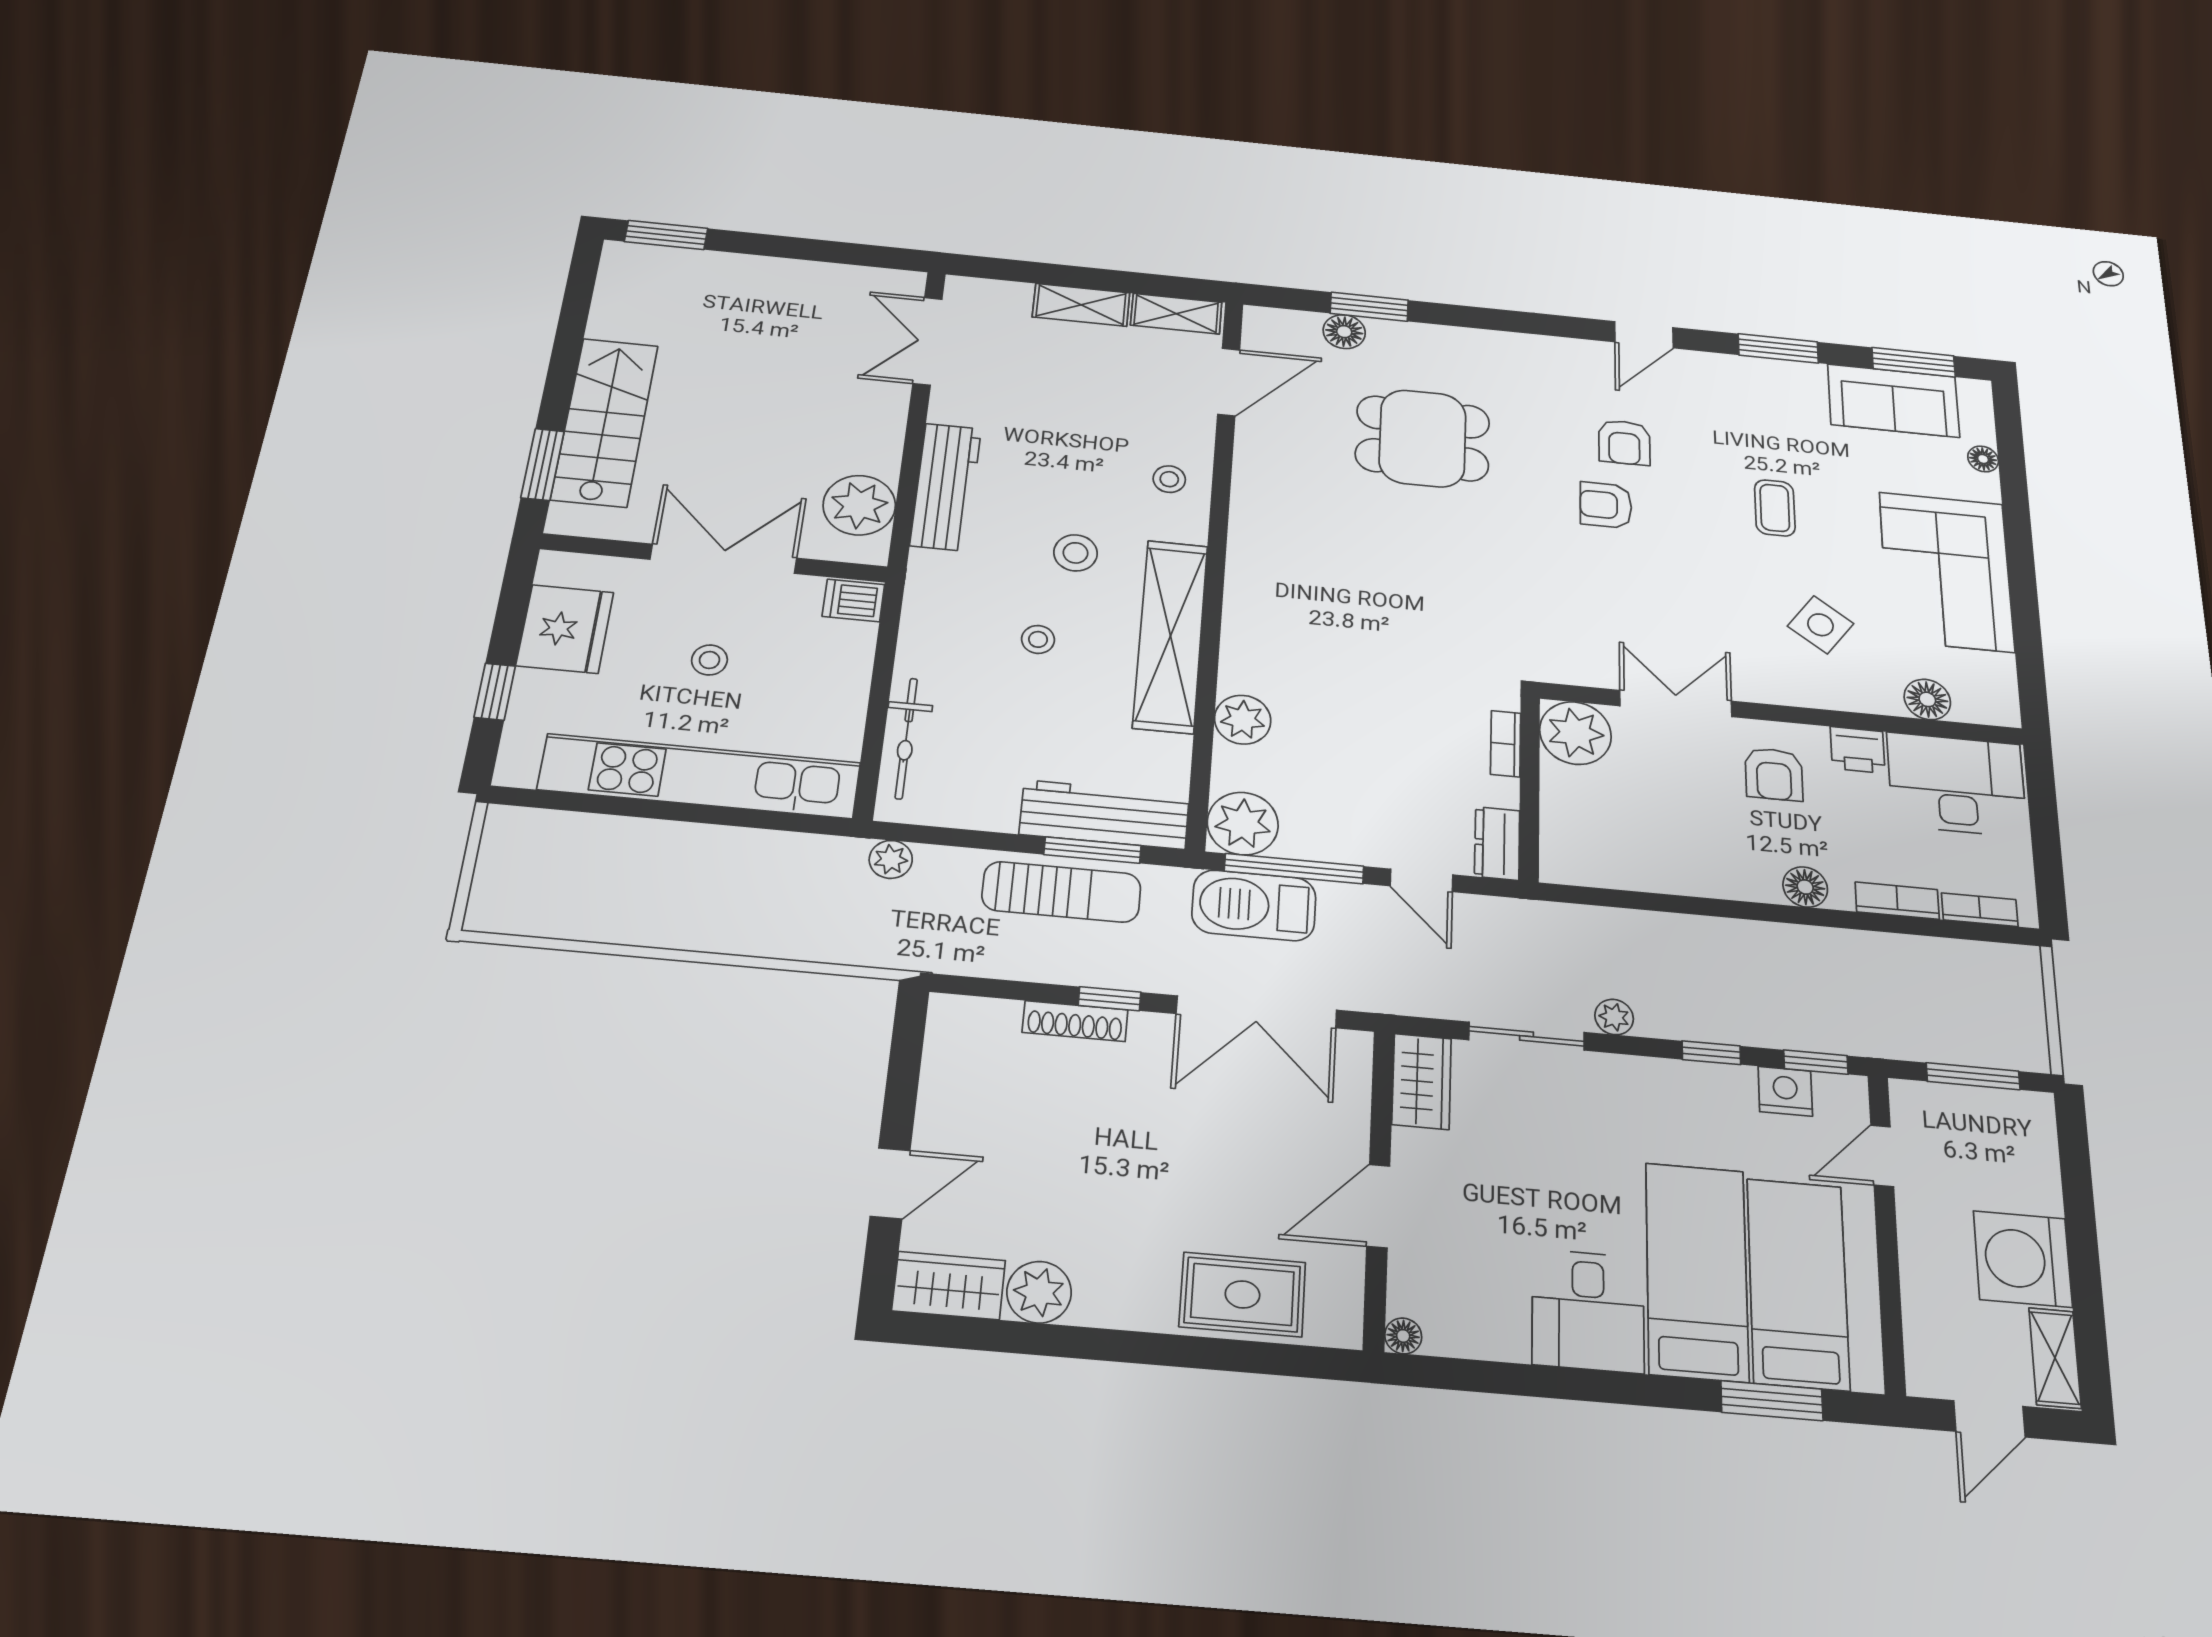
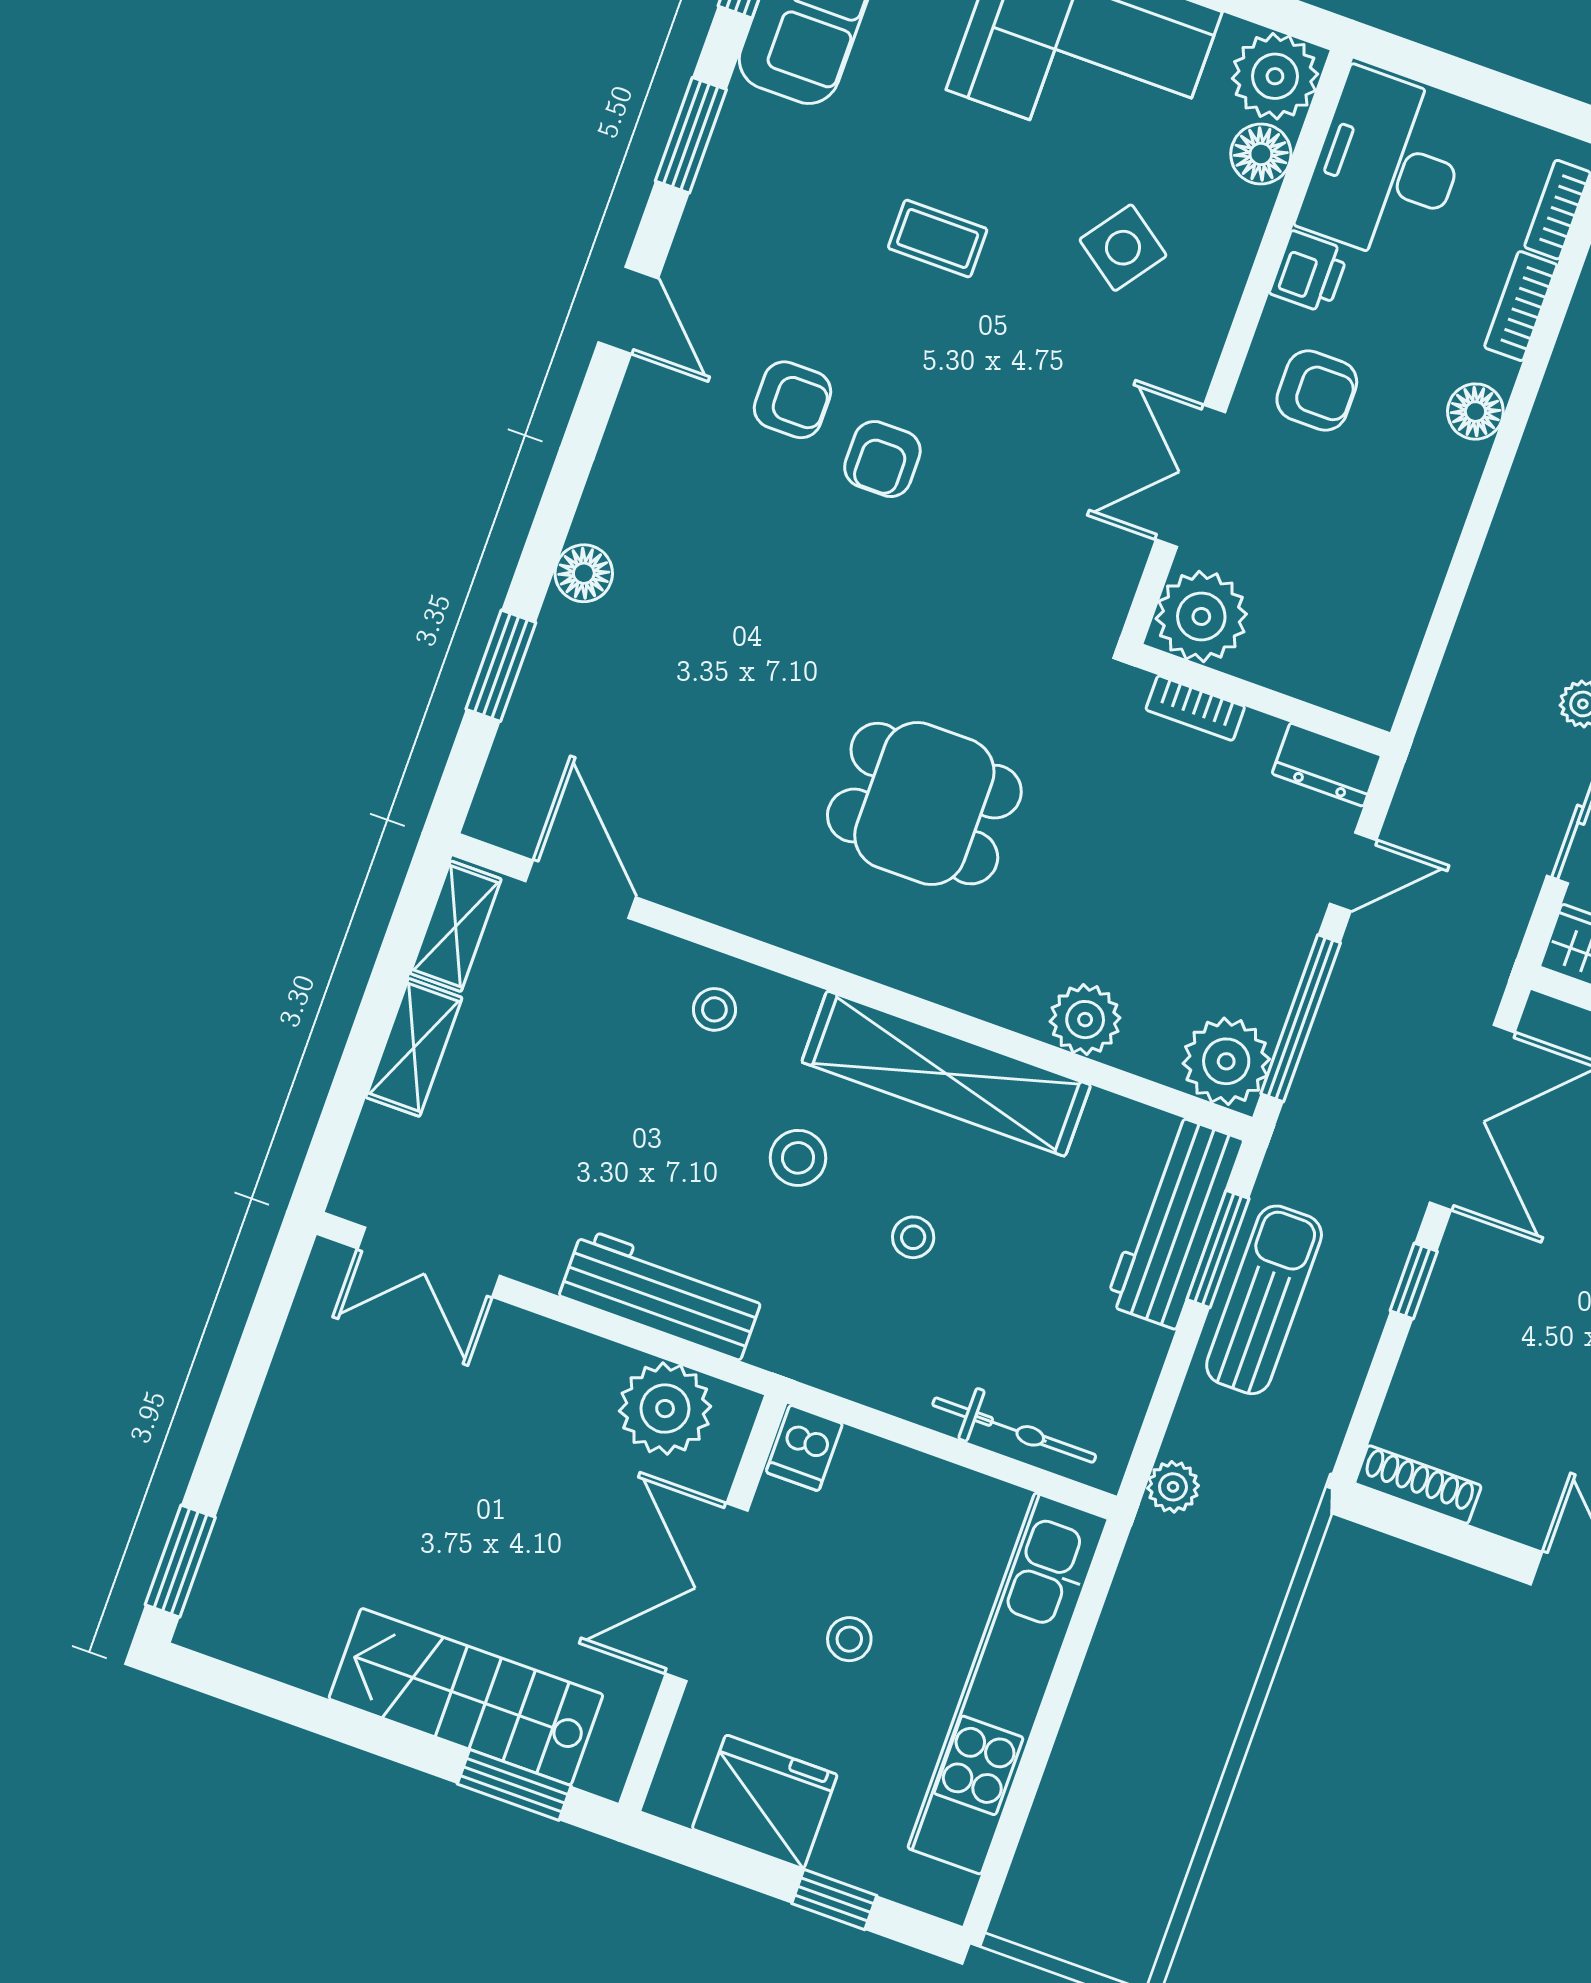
floor lamp: (1344, 332) -> (584, 573), moved
dining table: (1423, 438) -> (924, 804), moved, turned 90
plant: (1986, 697) -> (1275, 76), added
barbecue: (1254, 905) -> (1337, 1080), removed
shoe rack: (1075, 1021) -> (1418, 1485), moved, turned -90

